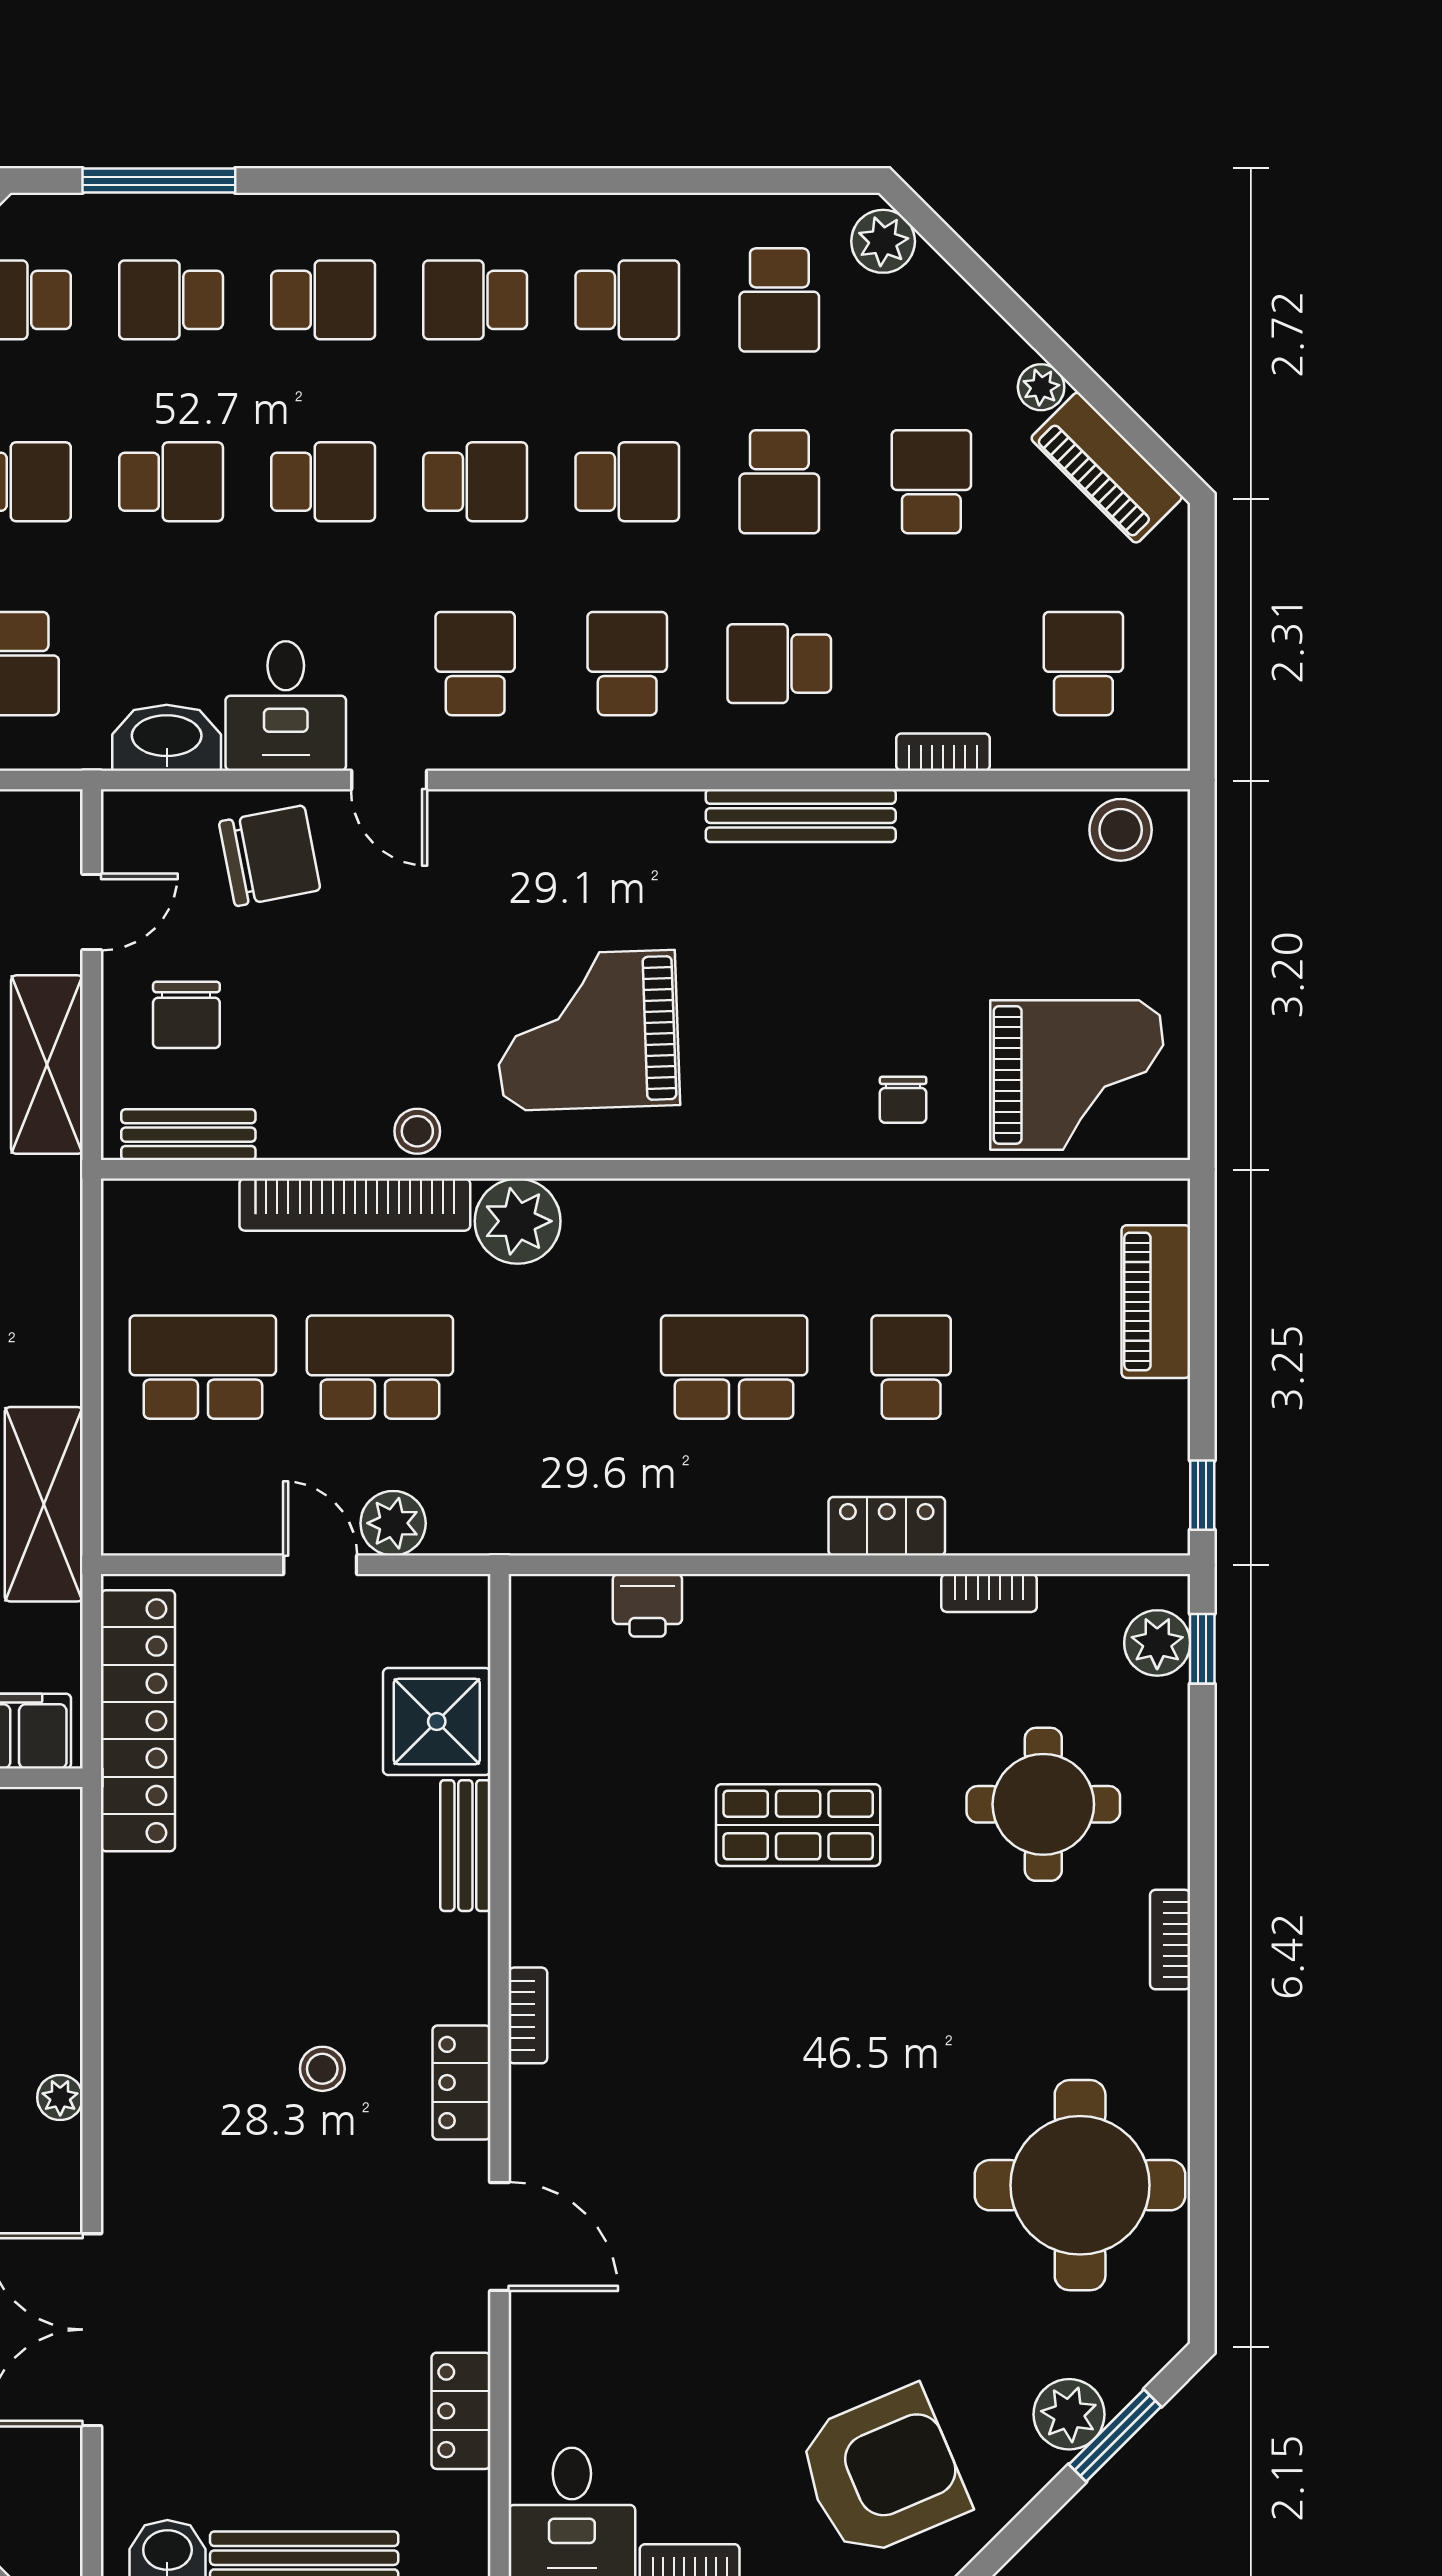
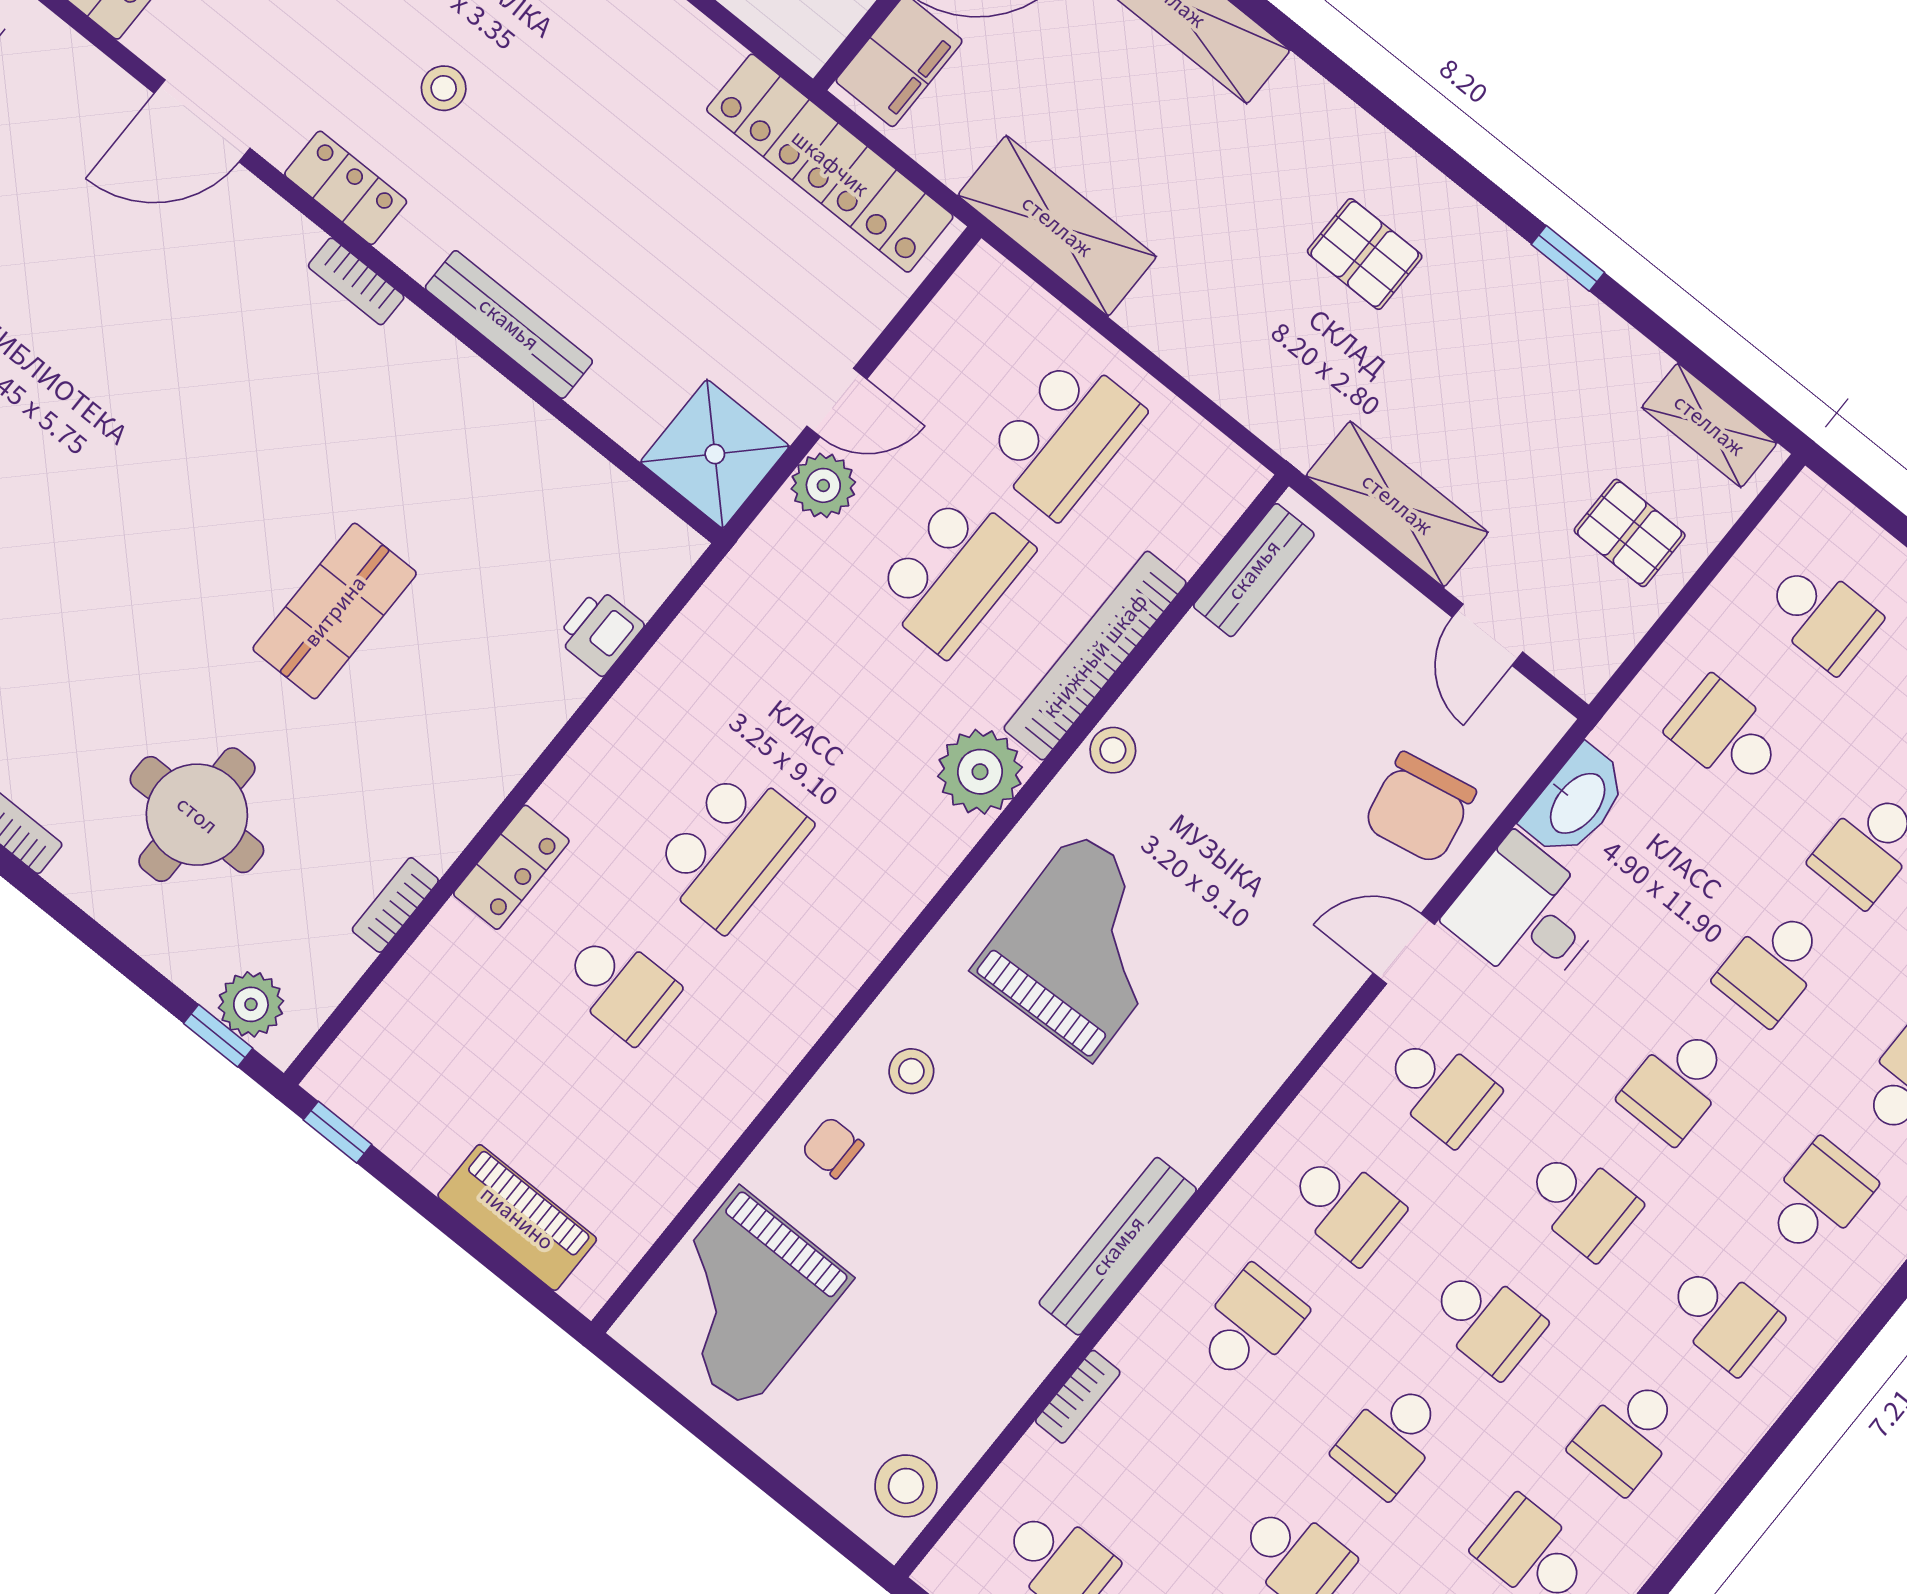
school desk: (323, 300) -> (1818, 1198), turned 180
school desk: (475, 300) -> (1723, 1317), turned 90
school desk: (475, 482) -> (1581, 1203), turned -90
school desk: (627, 482) -> (1486, 1321), turned -90
school desk: (779, 482) -> (1391, 1439), turned -90
chair: (186, 1015) -> (1348, 644), removed
stool: (794, 1086) -> (911, 1071), added
shower: (437, 1722) -> (715, 454), moved
bench: (465, 1846) -> (509, 324), width x1.36

